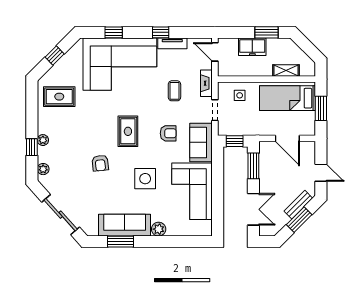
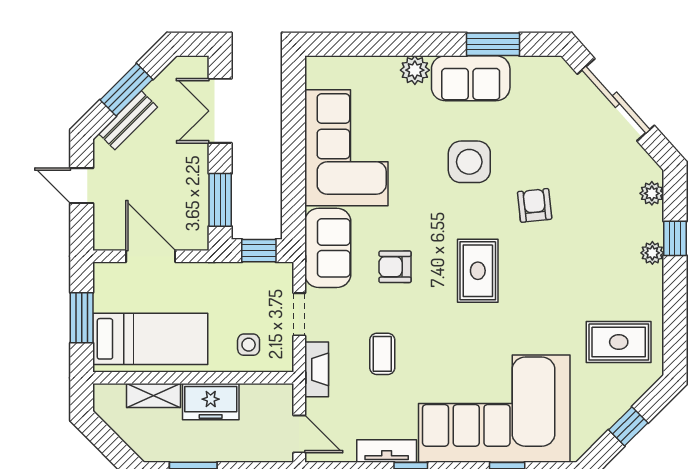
freezer: (252, 47) -> (211, 402), moved, turned 180
side table: (145, 179) -> (469, 162), moved
sofa: (125, 225) -> (471, 78), width x0.73

